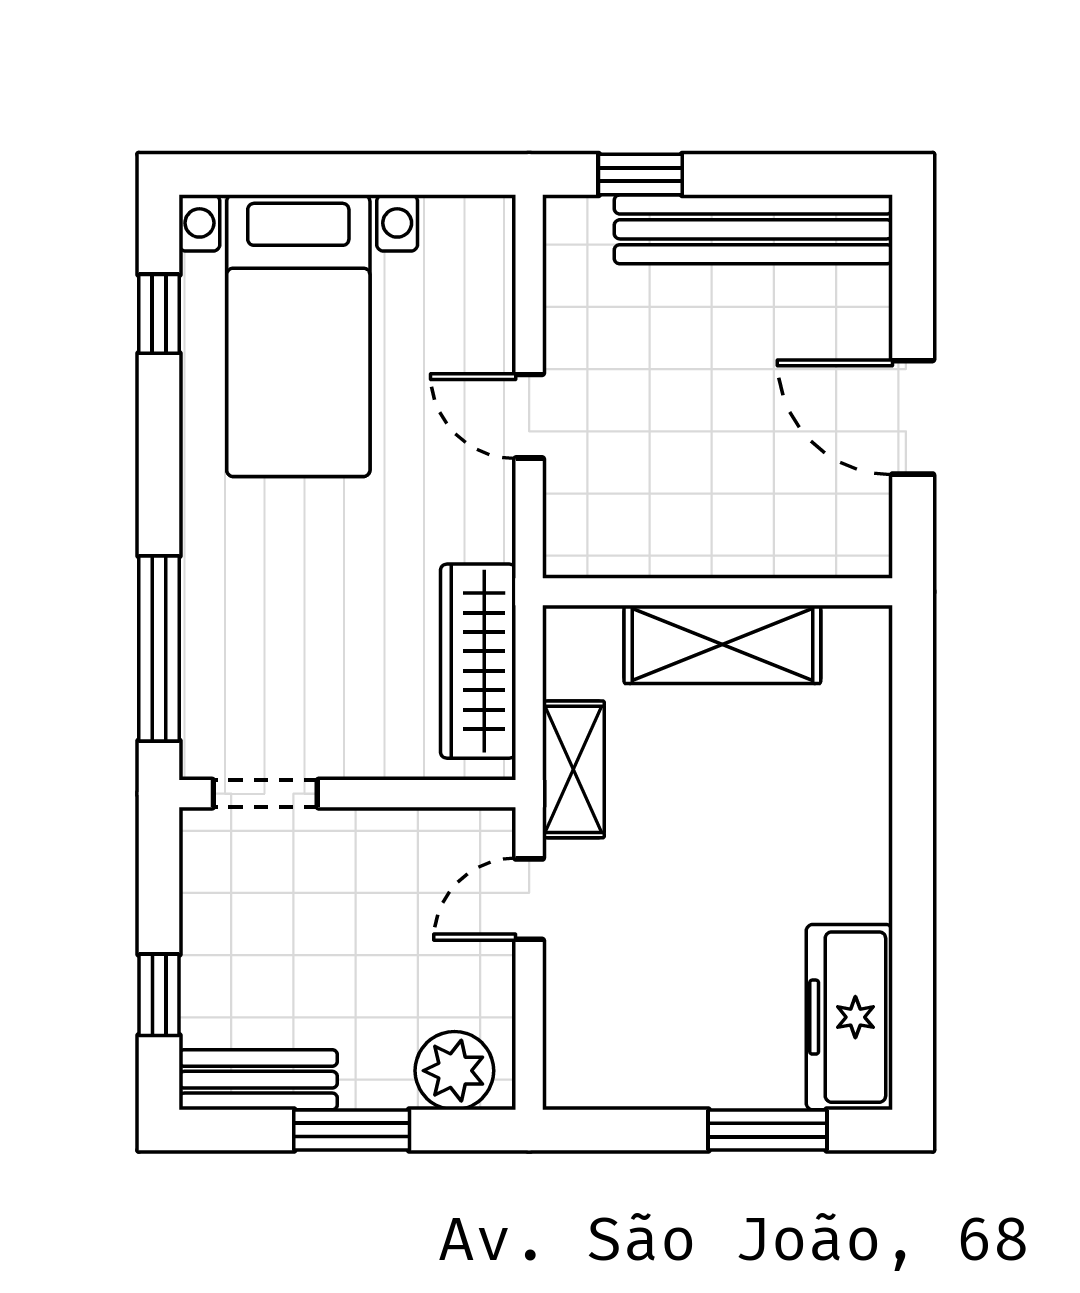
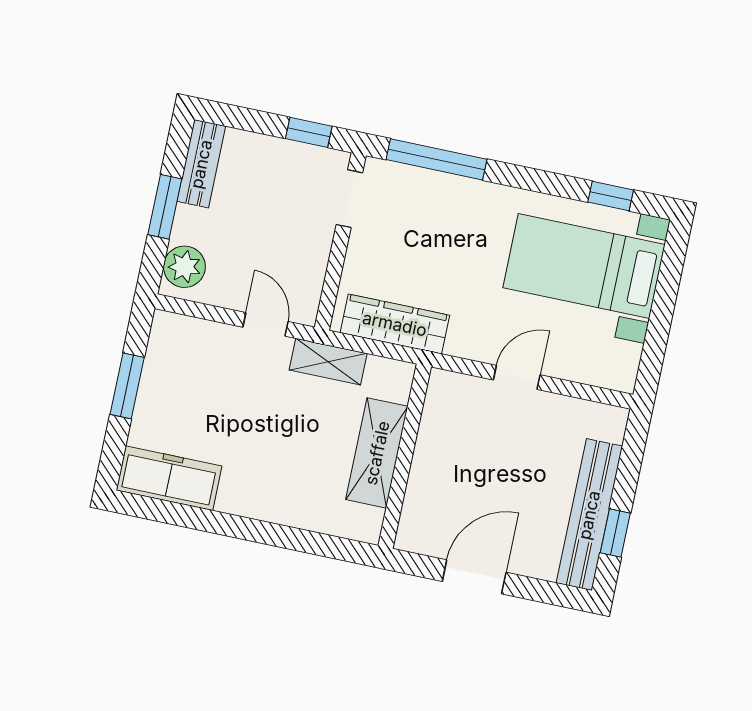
window: (640, 175) -> (615, 533), moved
window: (159, 995) -> (309, 132), moved
window: (768, 1130) -> (127, 386), moved

